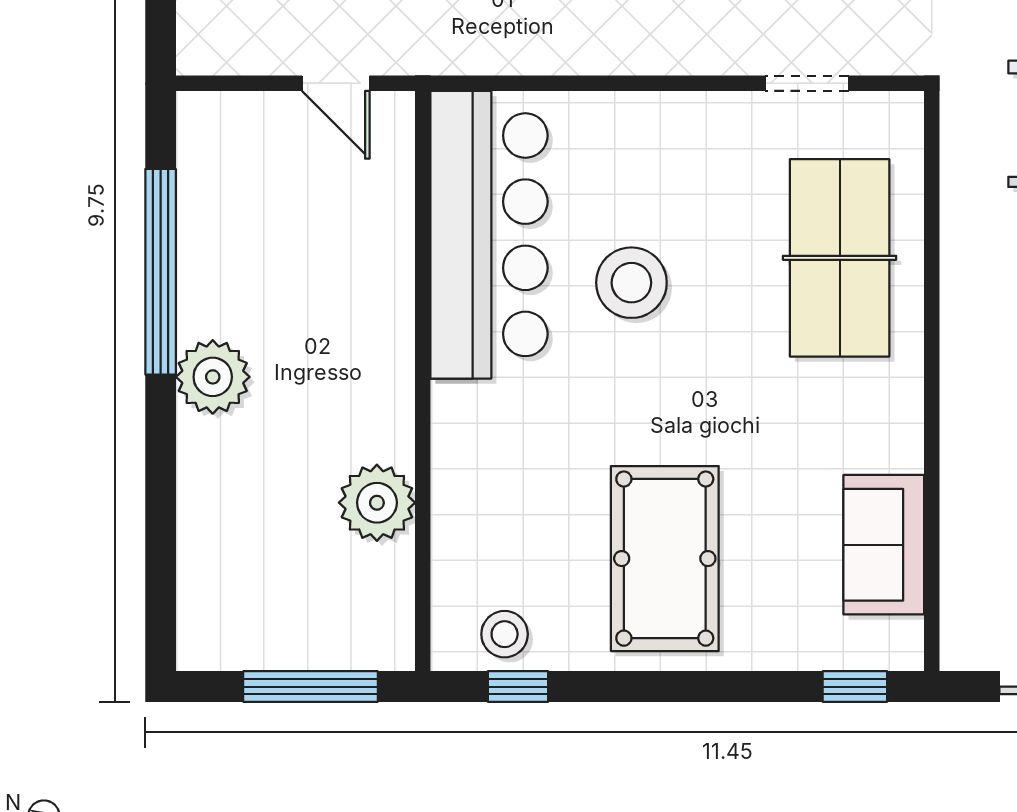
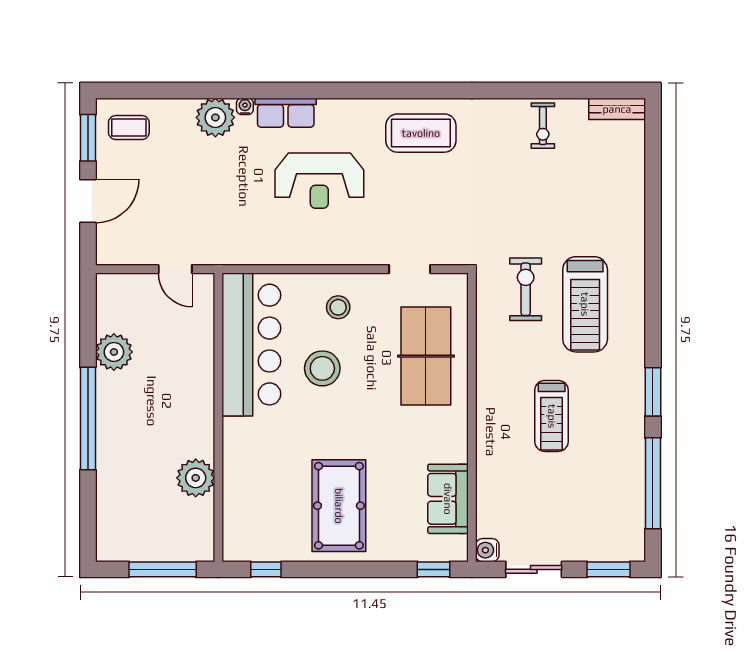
window: (161, 272) -> (88, 418), moved
plant: (213, 377) -> (114, 352), moved
stool: (505, 634) -> (338, 307), moved
water cooler: (963, 648) -> (487, 550), added

